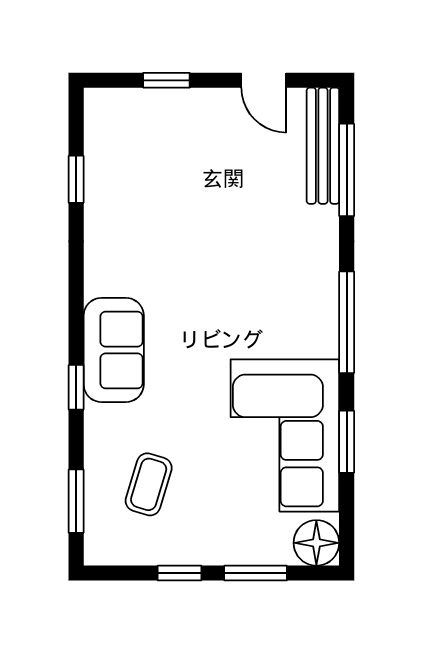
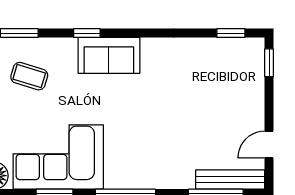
window: (166, 80) -> (269, 63), moved
window: (76, 179) -> (231, 33), moved

